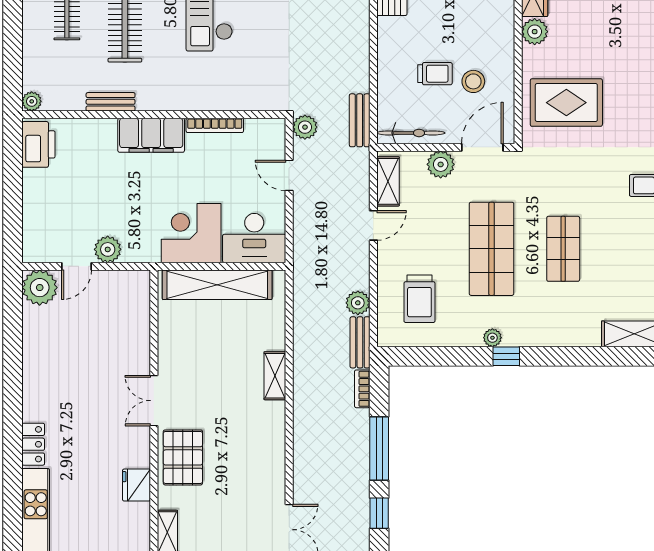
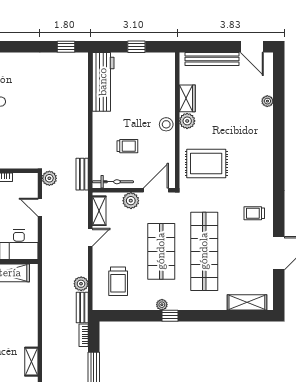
stool: (473, 81) -> (166, 124), moved
shop shelf: (563, 249) -> (204, 251), width x2.00, depth x1.36
shelving: (275, 376) -> (31, 362), moved

